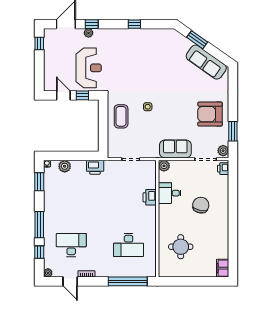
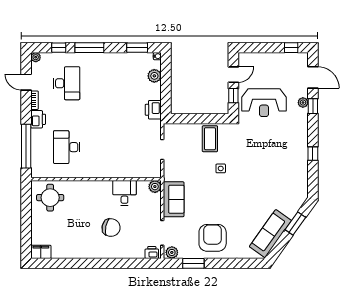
coffee table: (121, 116) -> (210, 139), turned 90
printer: (150, 197) -> (38, 119), moved, turned 90
round table: (181, 247) -> (50, 198), moved
door: (70, 281) -> (26, 82), hinge flipped

